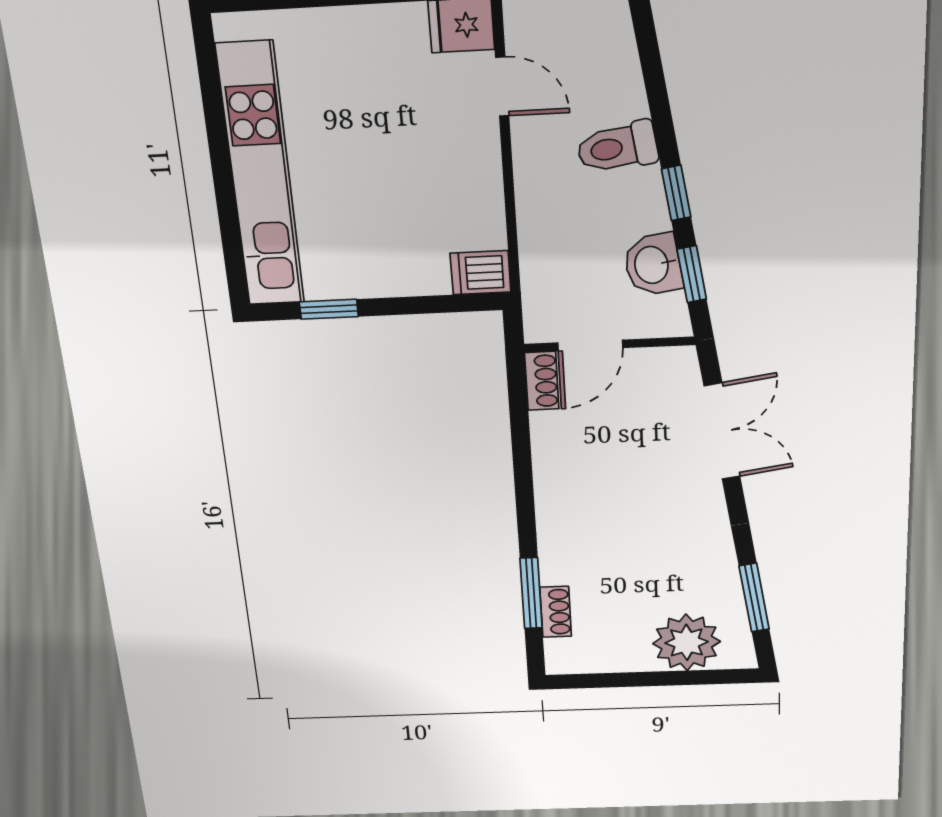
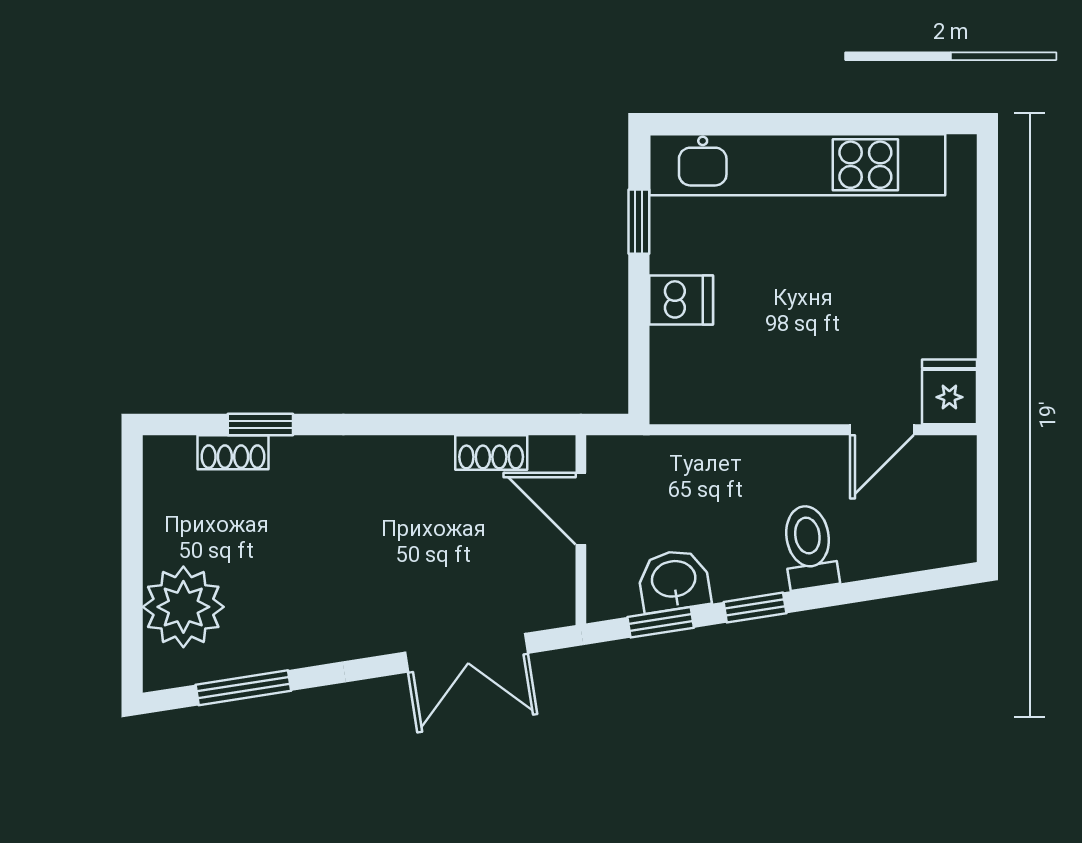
dishwasher: (481, 273) -> (681, 300), moved, turned 90
shoe rack: (542, 381) -> (491, 452), moved
window: (531, 593) -> (260, 424), width x0.67

